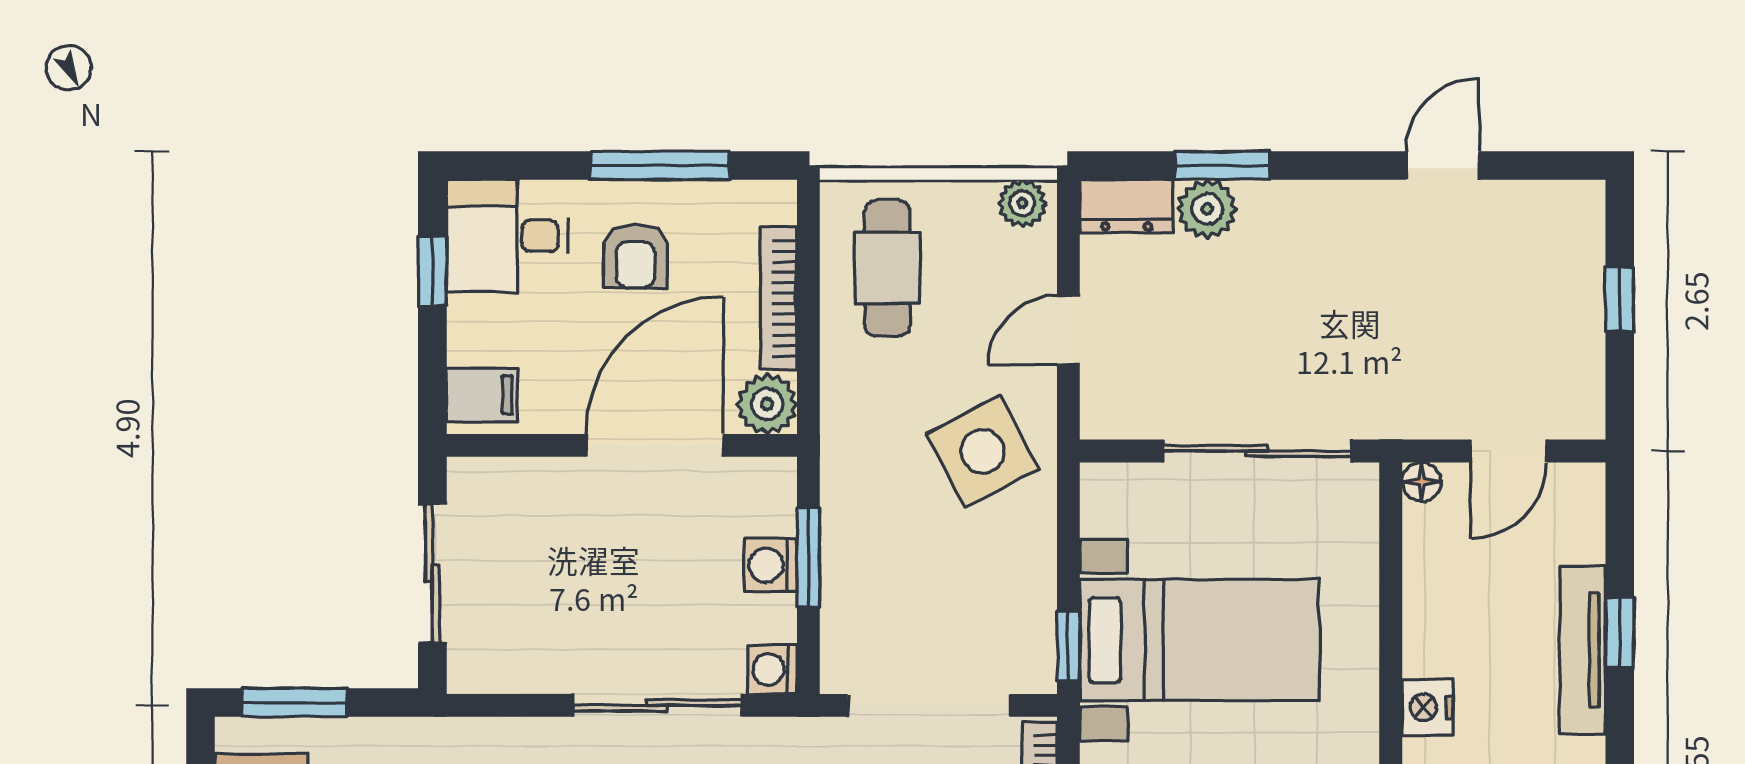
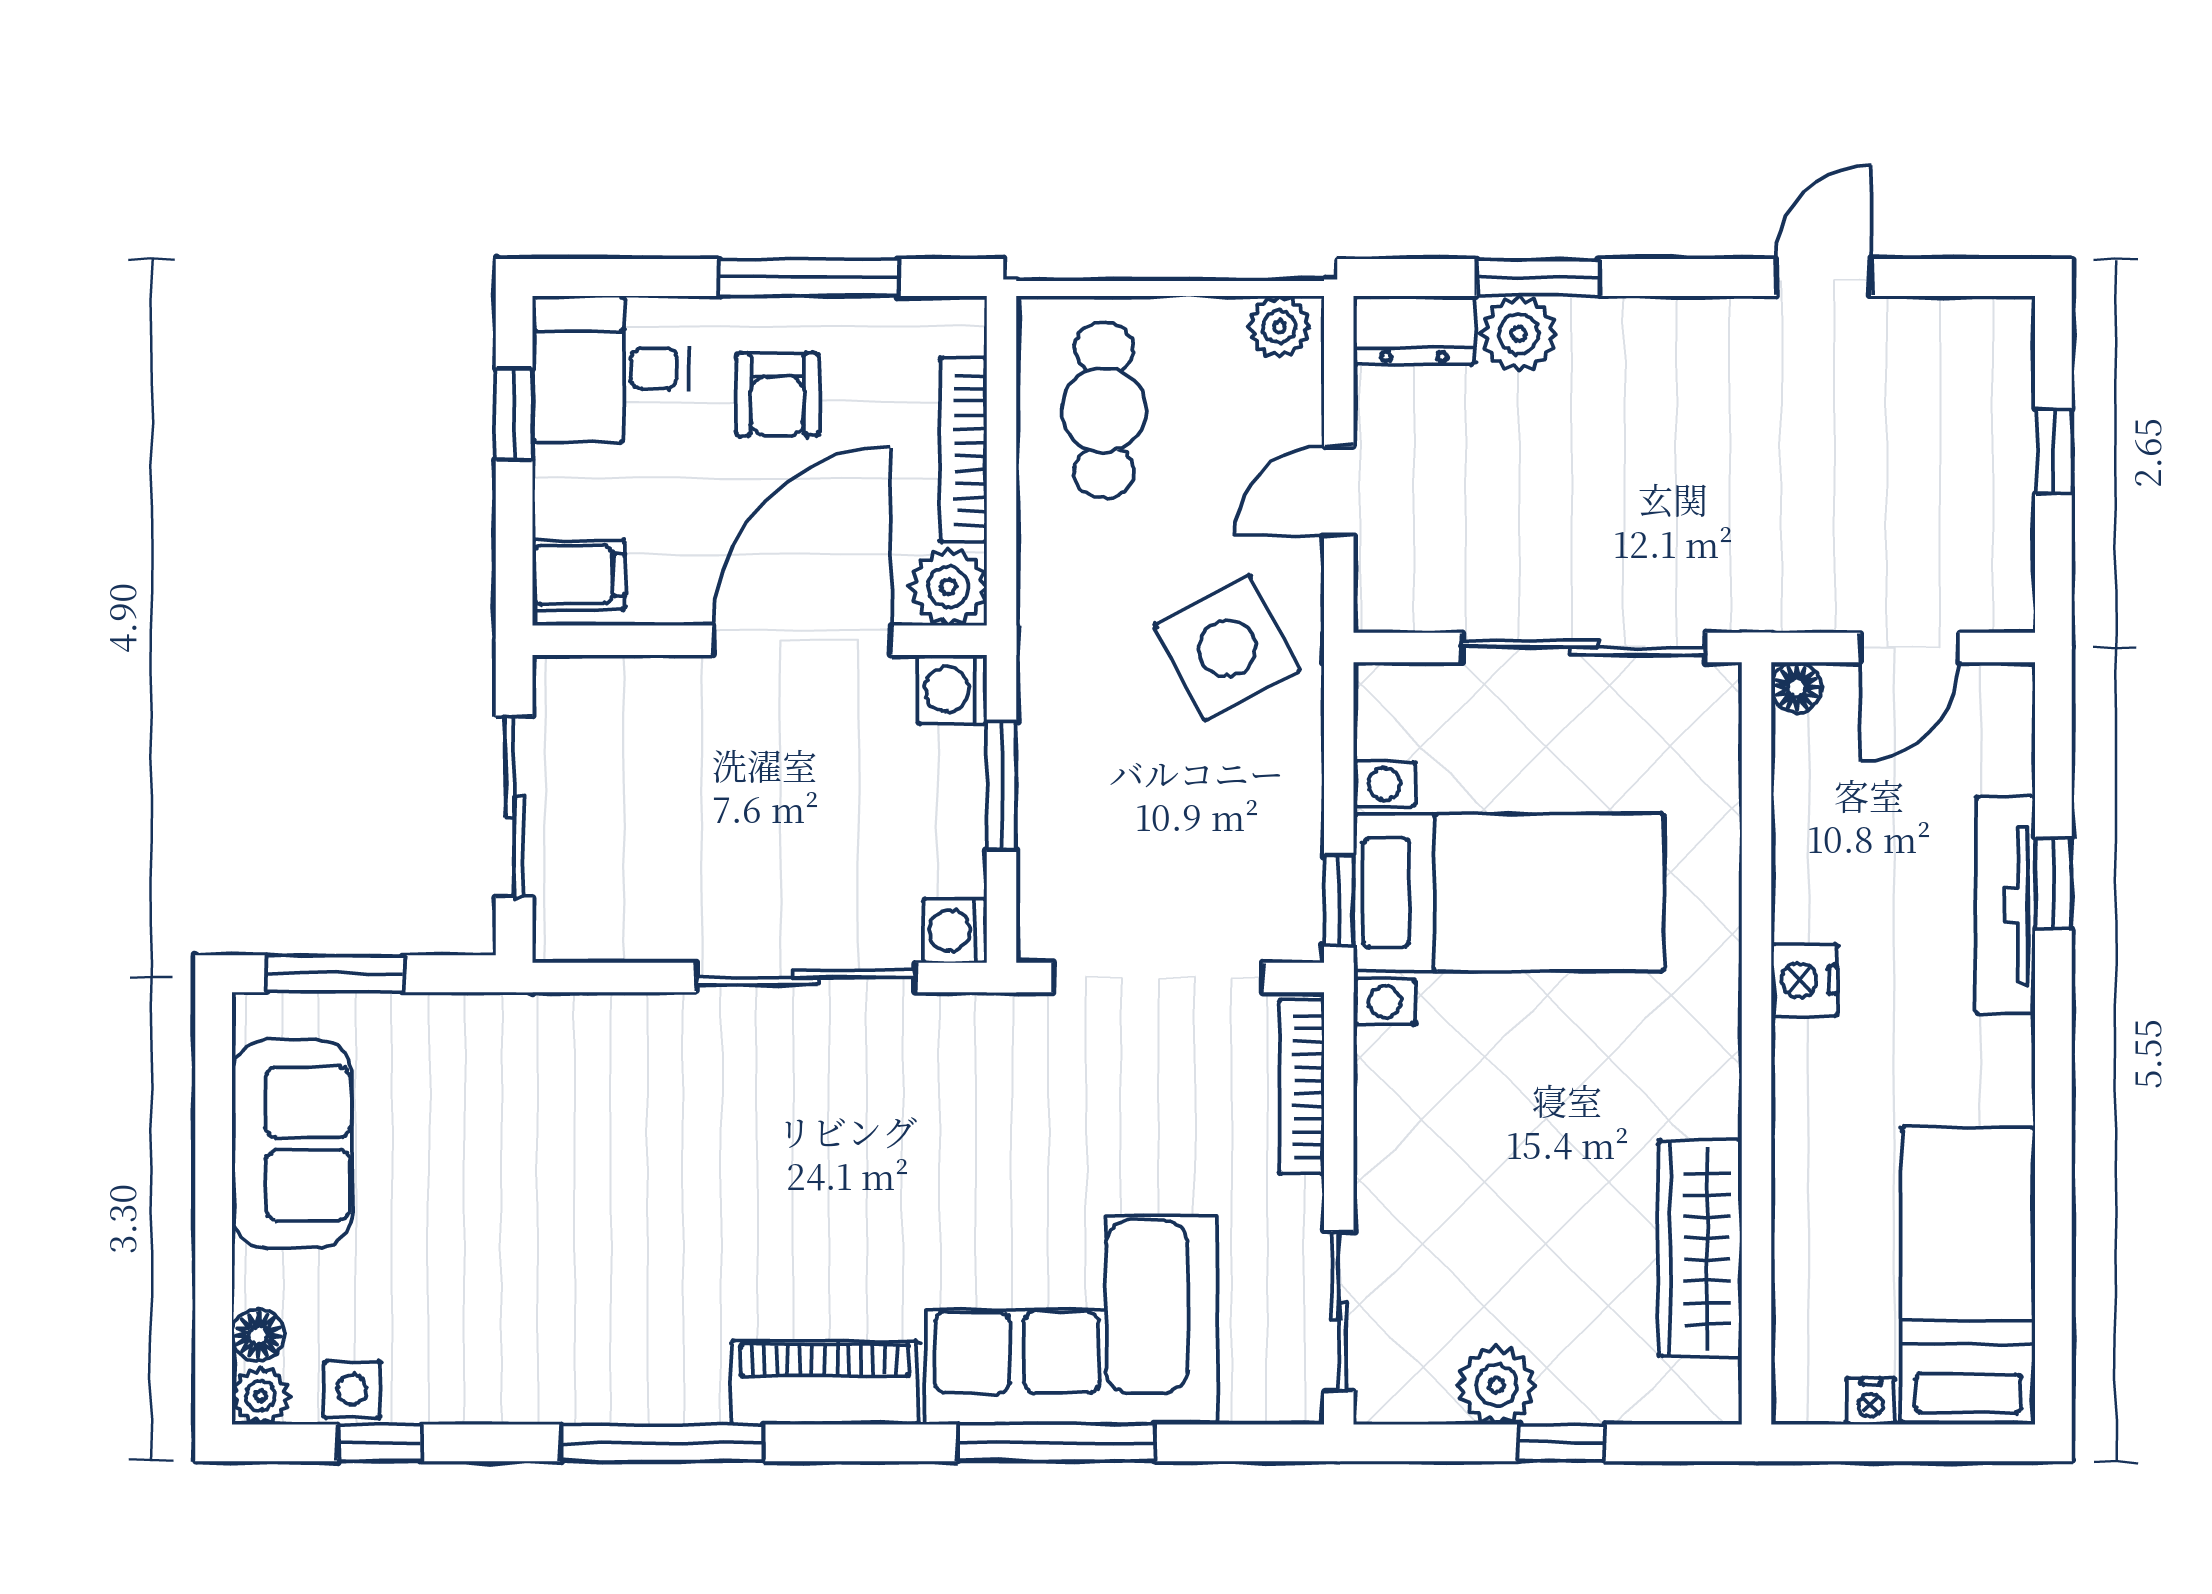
washing machine: (770, 565) -> (952, 690), moved

